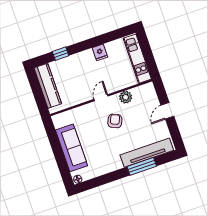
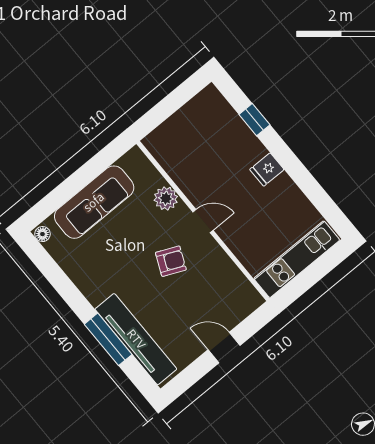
fridge: (100, 52) -> (267, 169), moved
kitchen counter: (48, 86) -> (189, 118), removed
plant: (126, 97) -> (166, 198), moved

